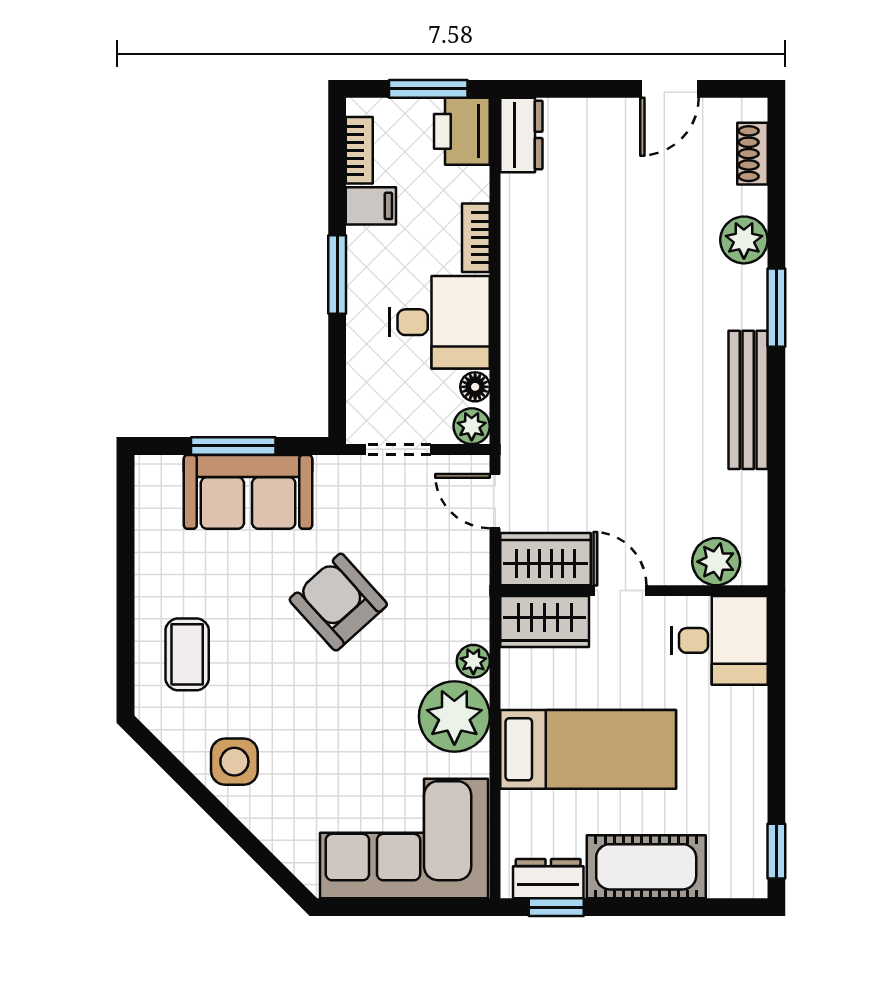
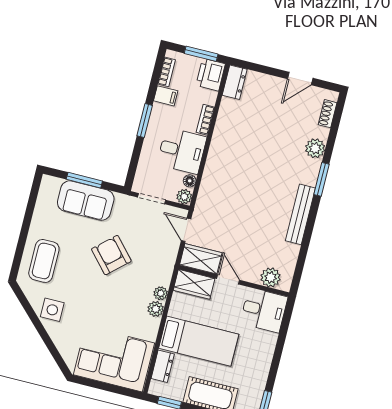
coffee table: (187, 654) -> (44, 261), width x1.36, depth x1.30
plant: (454, 717) -> (156, 309), width x0.53, depth x0.53
dresser: (548, 879) -> (163, 366), moved, turned 90

